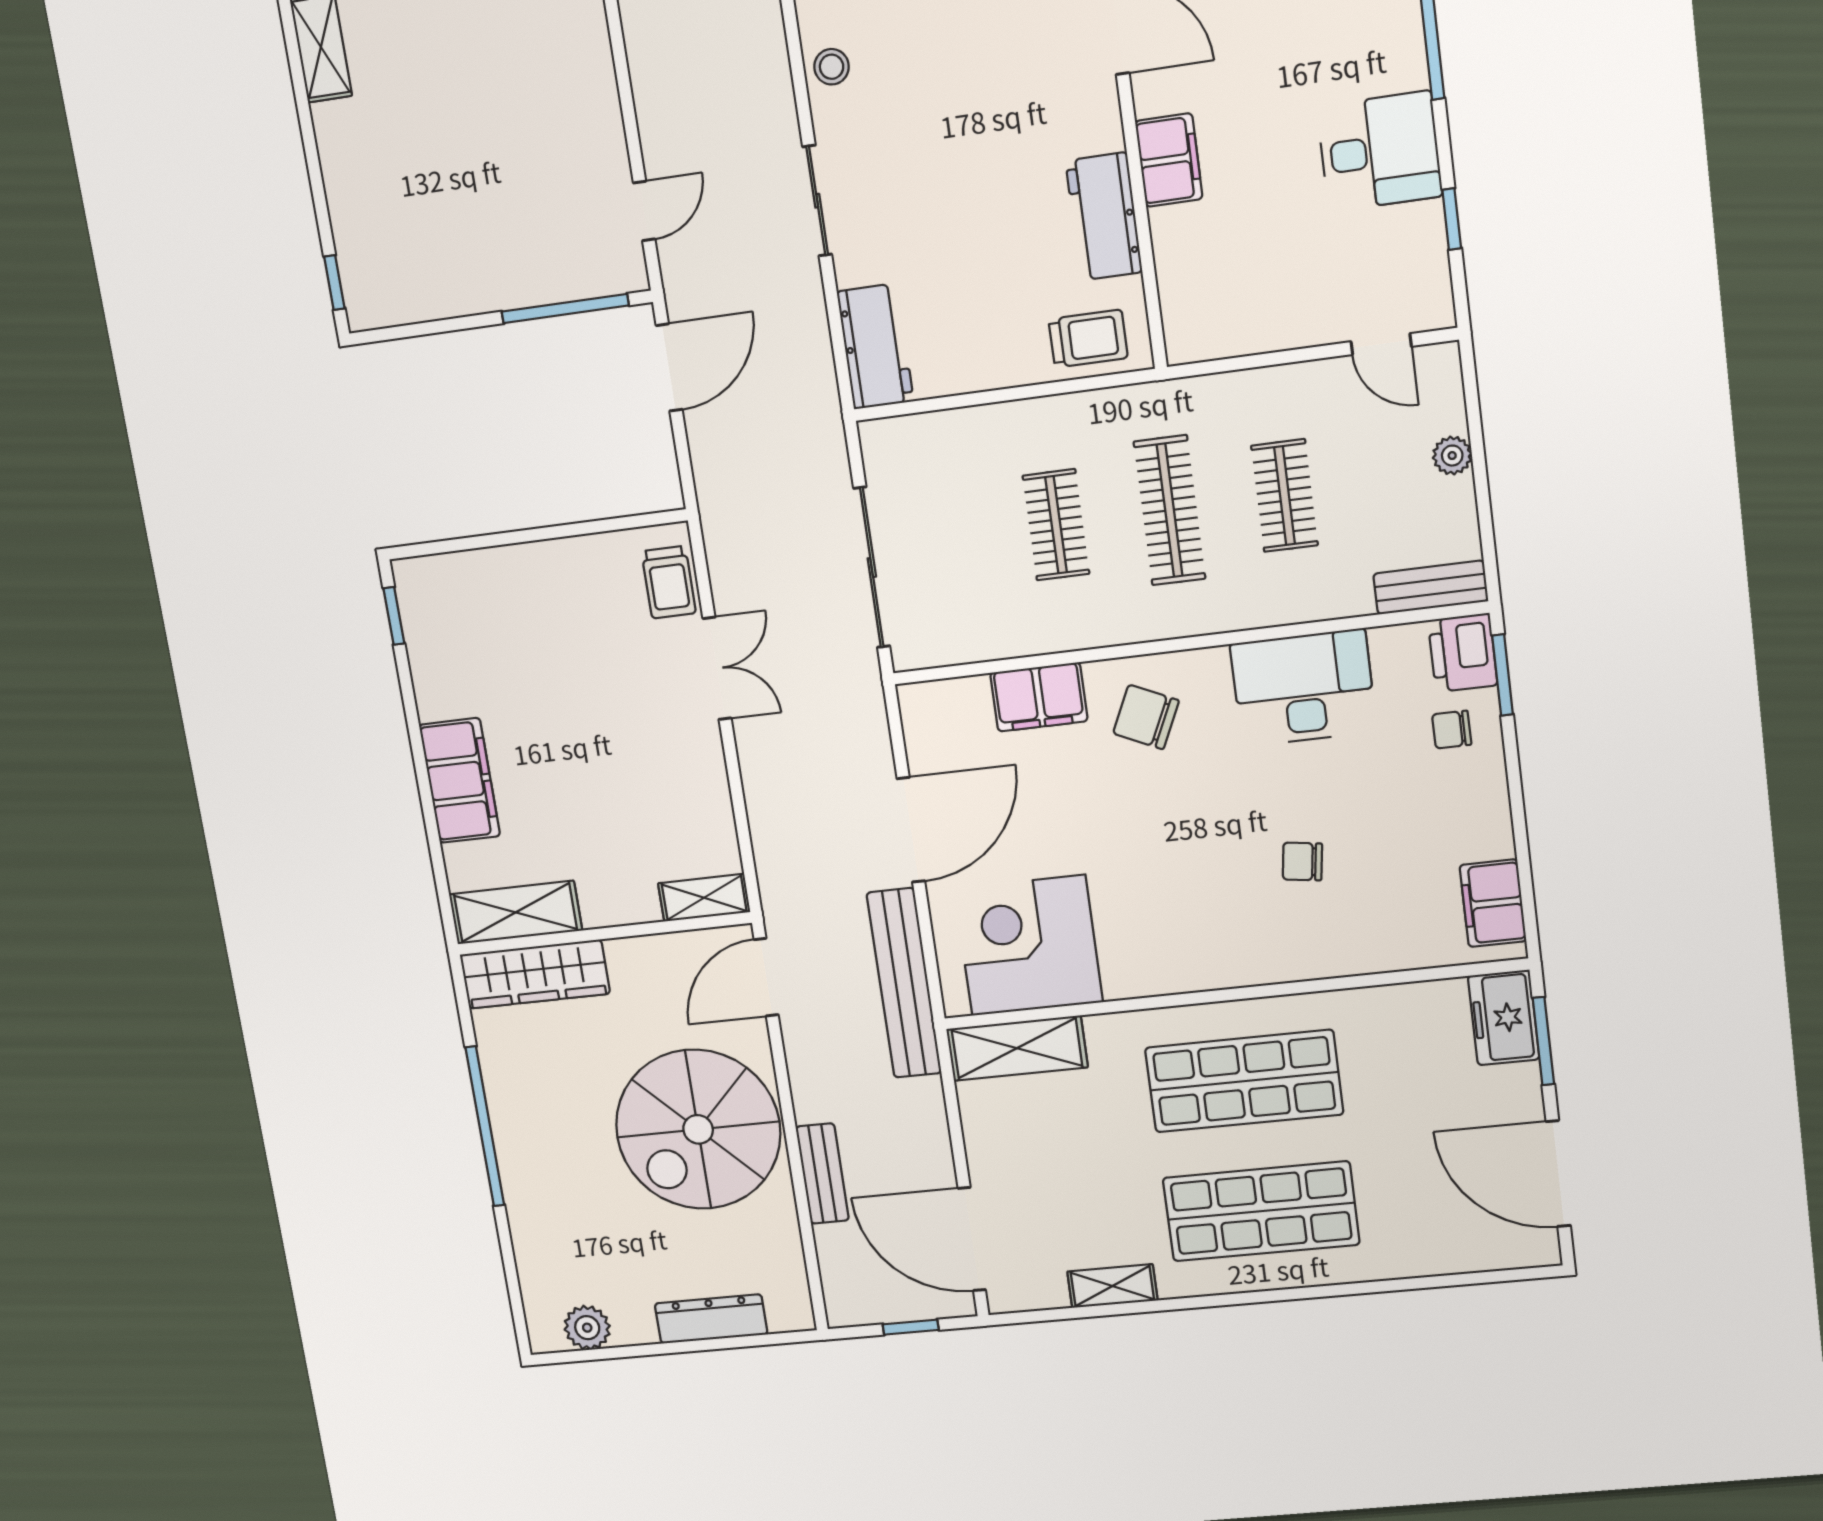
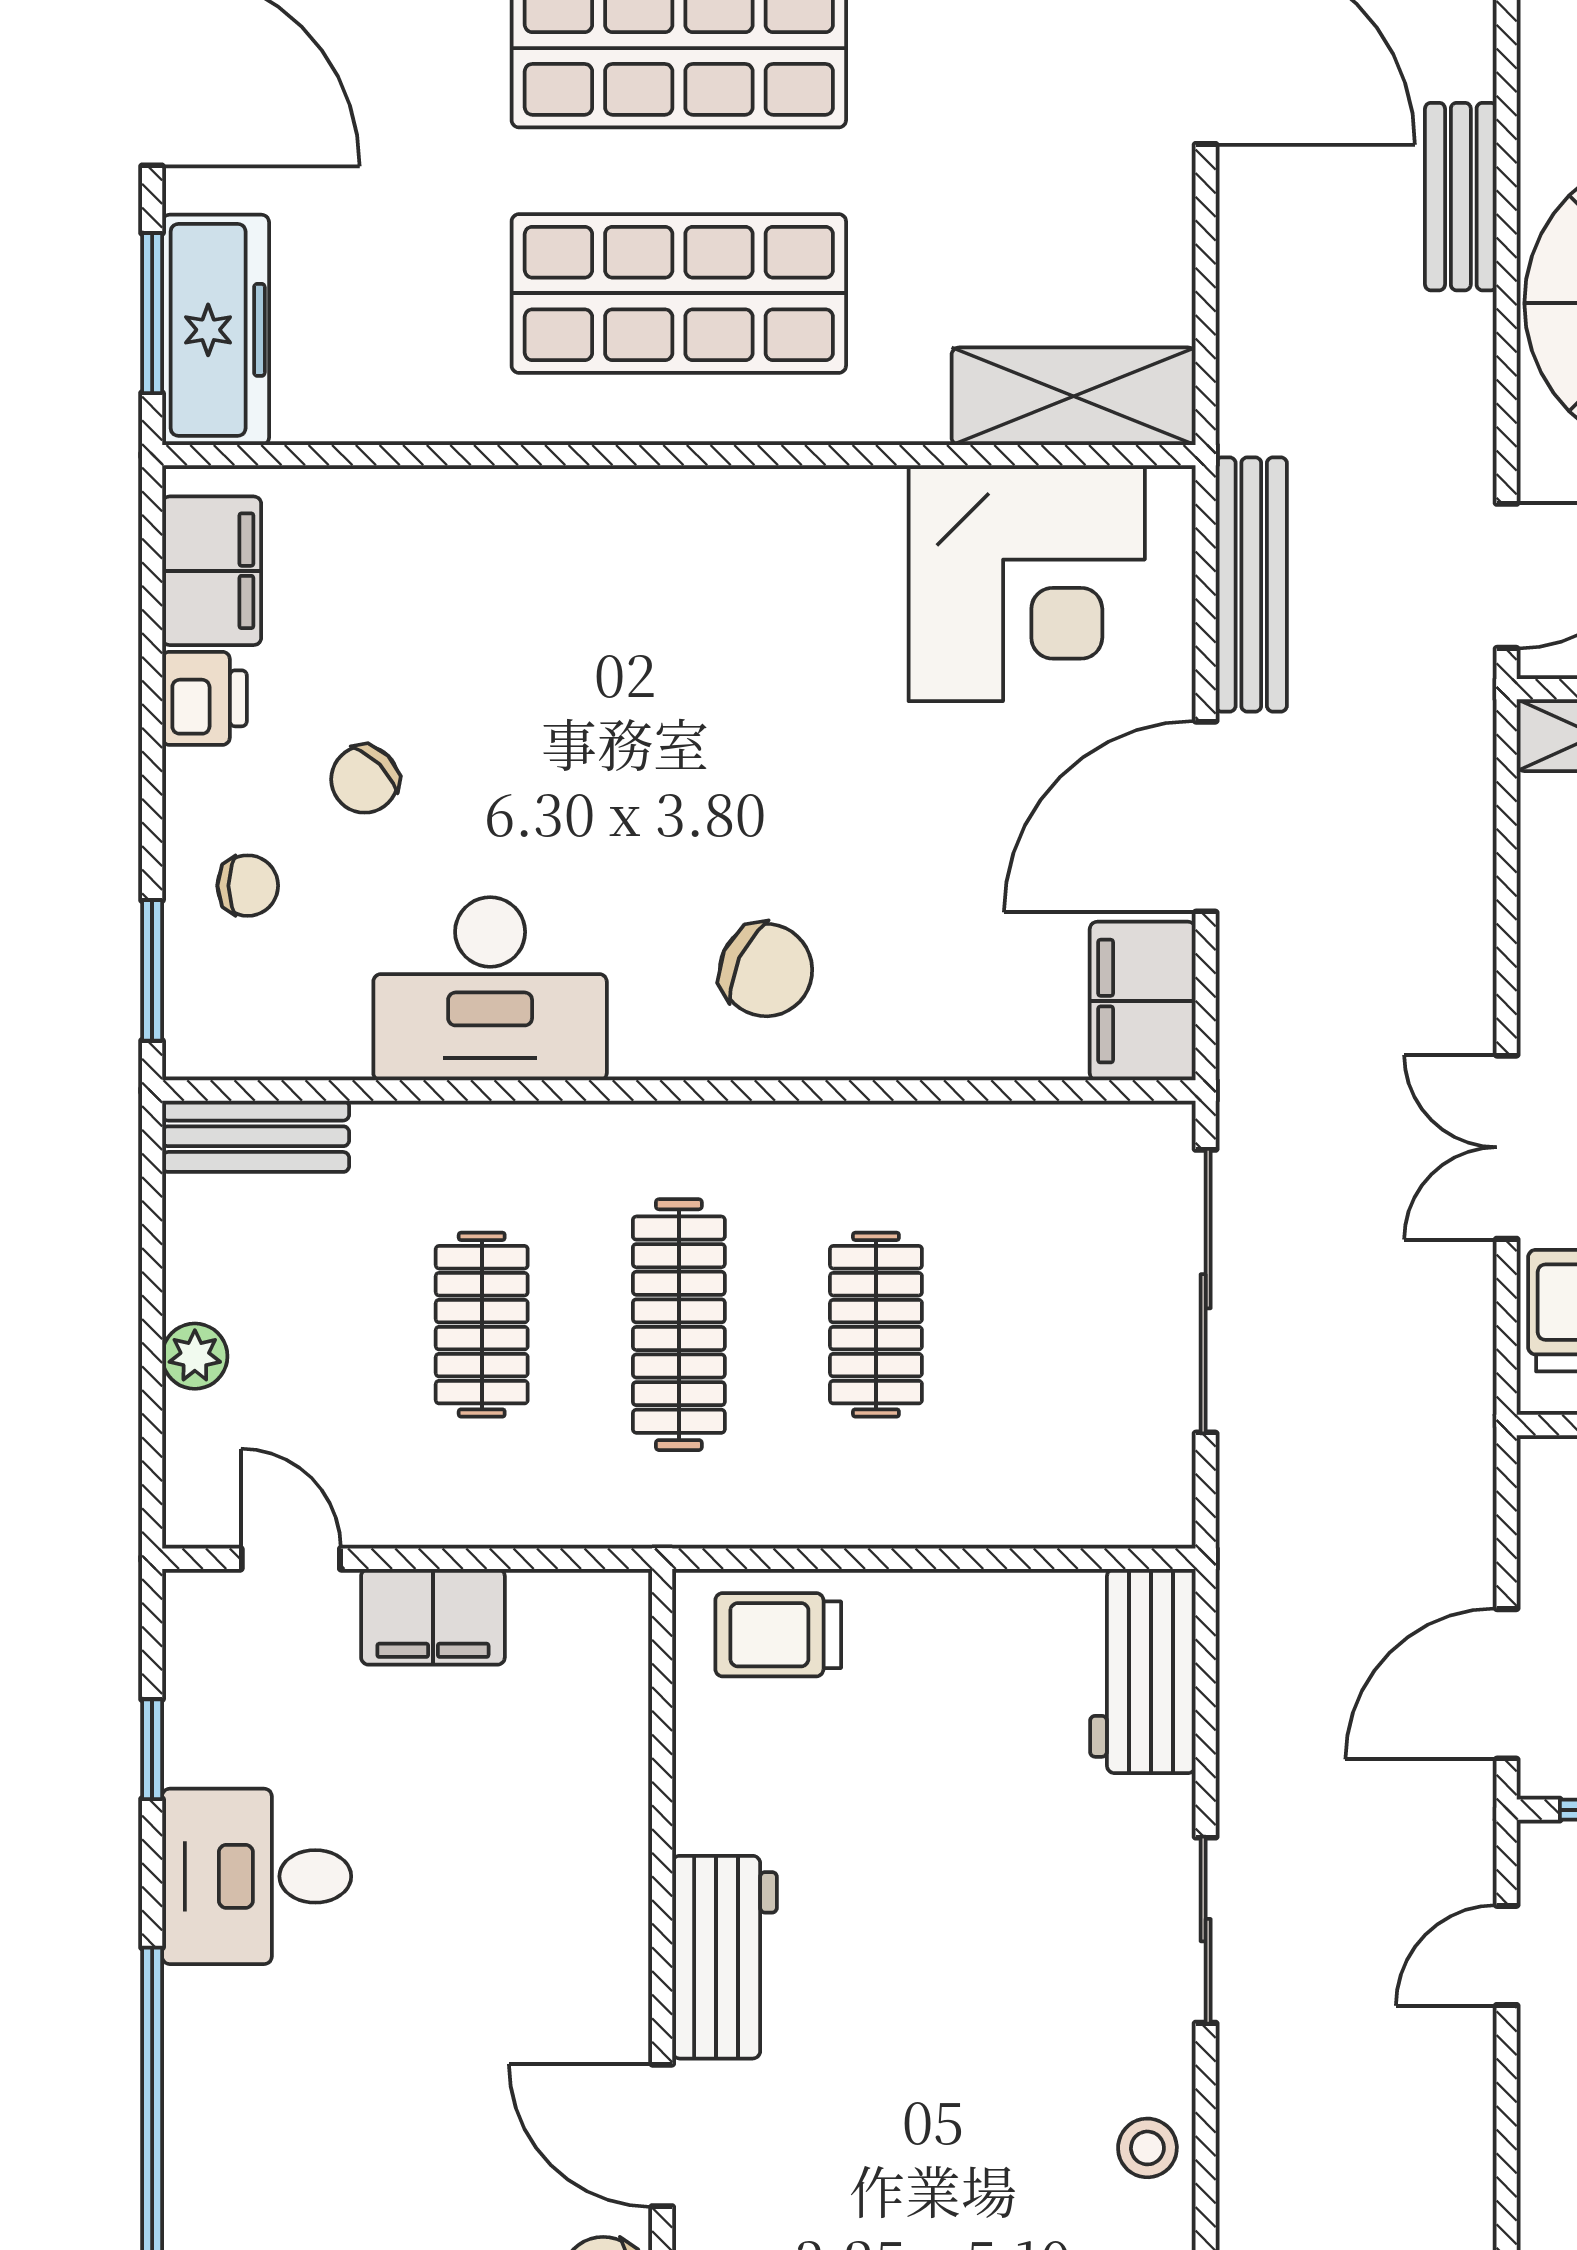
filing cabinet: (1169, 160) -> (433, 1617), moved, turned -90
workbench: (1104, 216) -> (725, 1957), moved
printer: (1463, 653) -> (204, 698), moved, width x0.73, depth x0.81
filing cabinet: (1039, 697) -> (1143, 1001), moved, turned -90
chair: (1302, 861) -> (365, 779), moved, turned 127
bench: (904, 983) -> (1251, 584), width x0.73, depth x0.82
freezer: (1504, 1018) -> (216, 330), width x1.40

